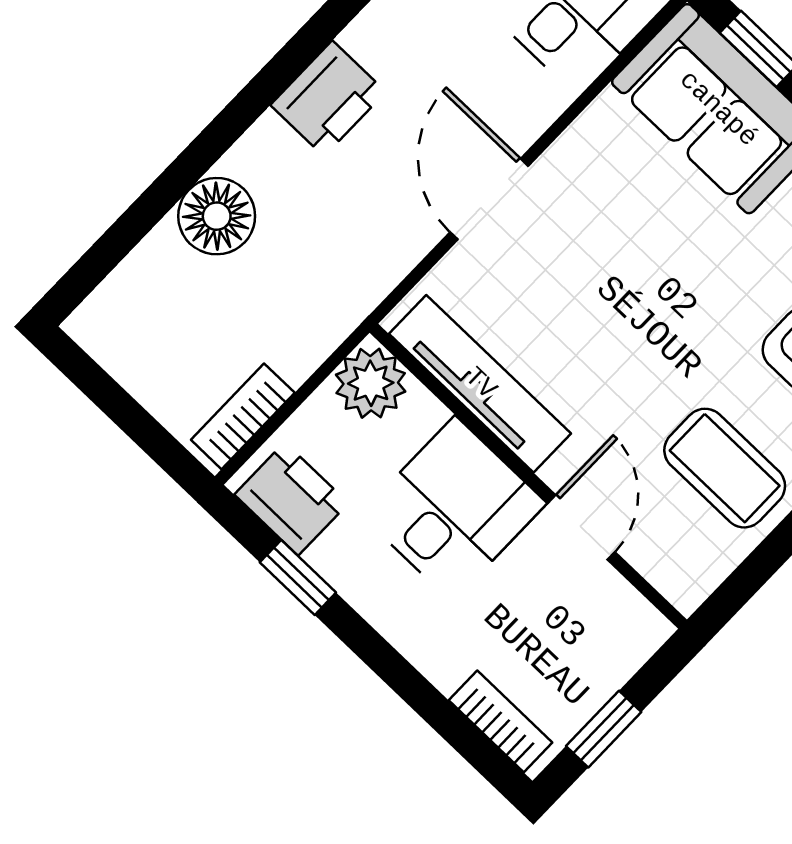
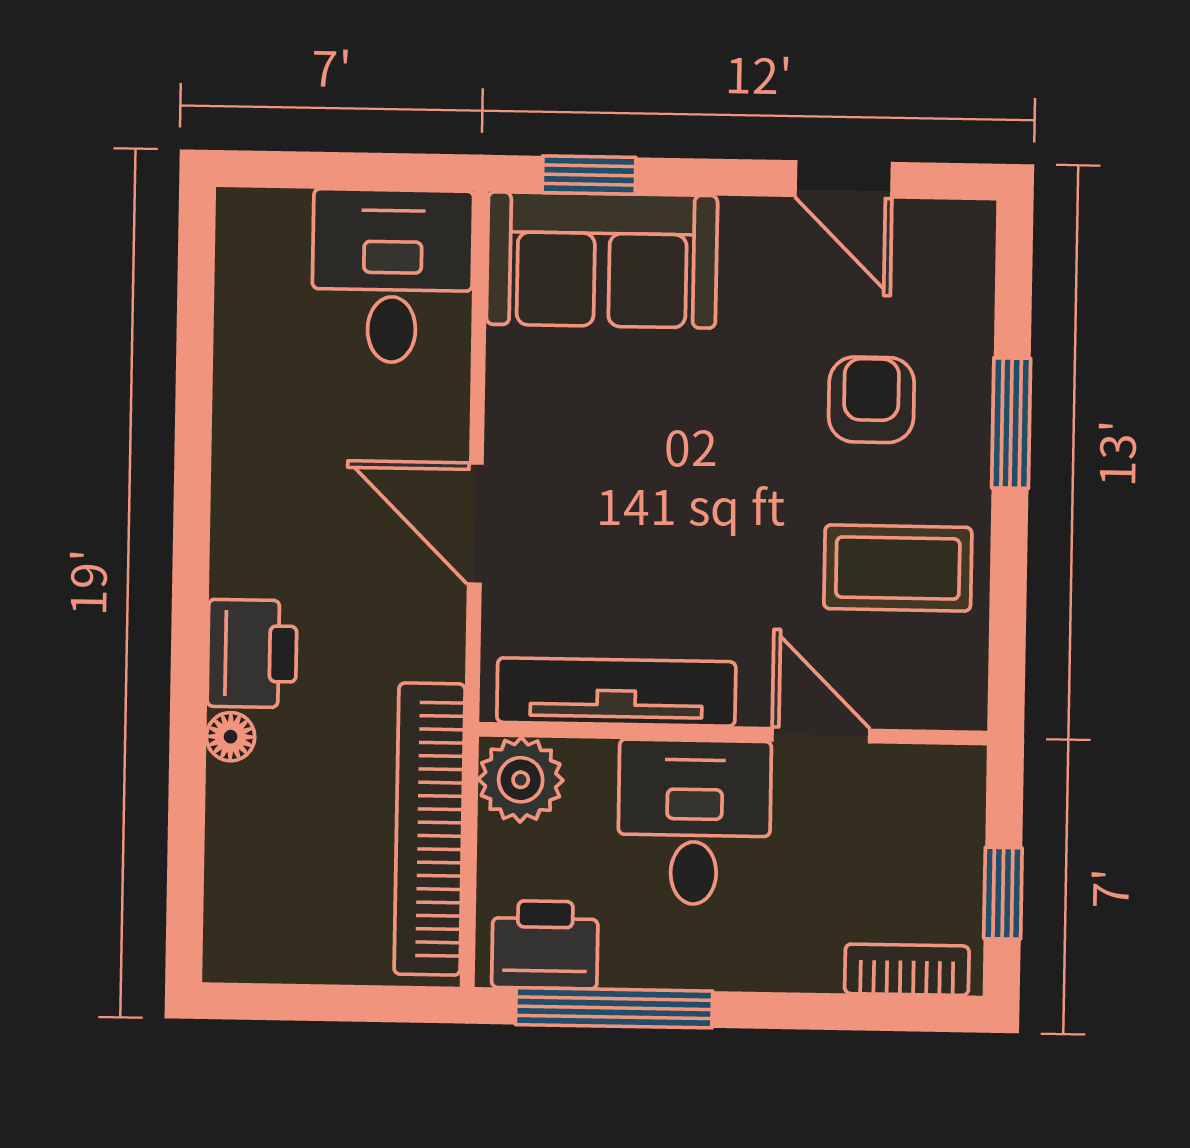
printer: (328, 98) -> (252, 653), moved
floor lamp: (217, 216) -> (231, 737), width x0.53, depth x0.53
bookcase: (243, 416) -> (430, 829), width x2.31, depth x1.31
window: (298, 577) -> (614, 1008), width x2.17

